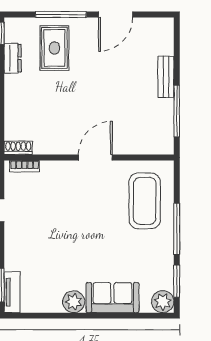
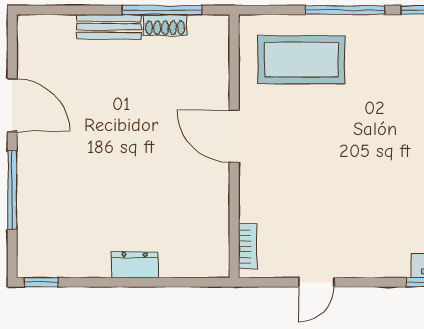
rug: (54, 48) -> (64, 200), removed
dresser: (13, 58) -> (135, 265), moved
shoe rack: (18, 148) -> (165, 25), moved, turned -90

